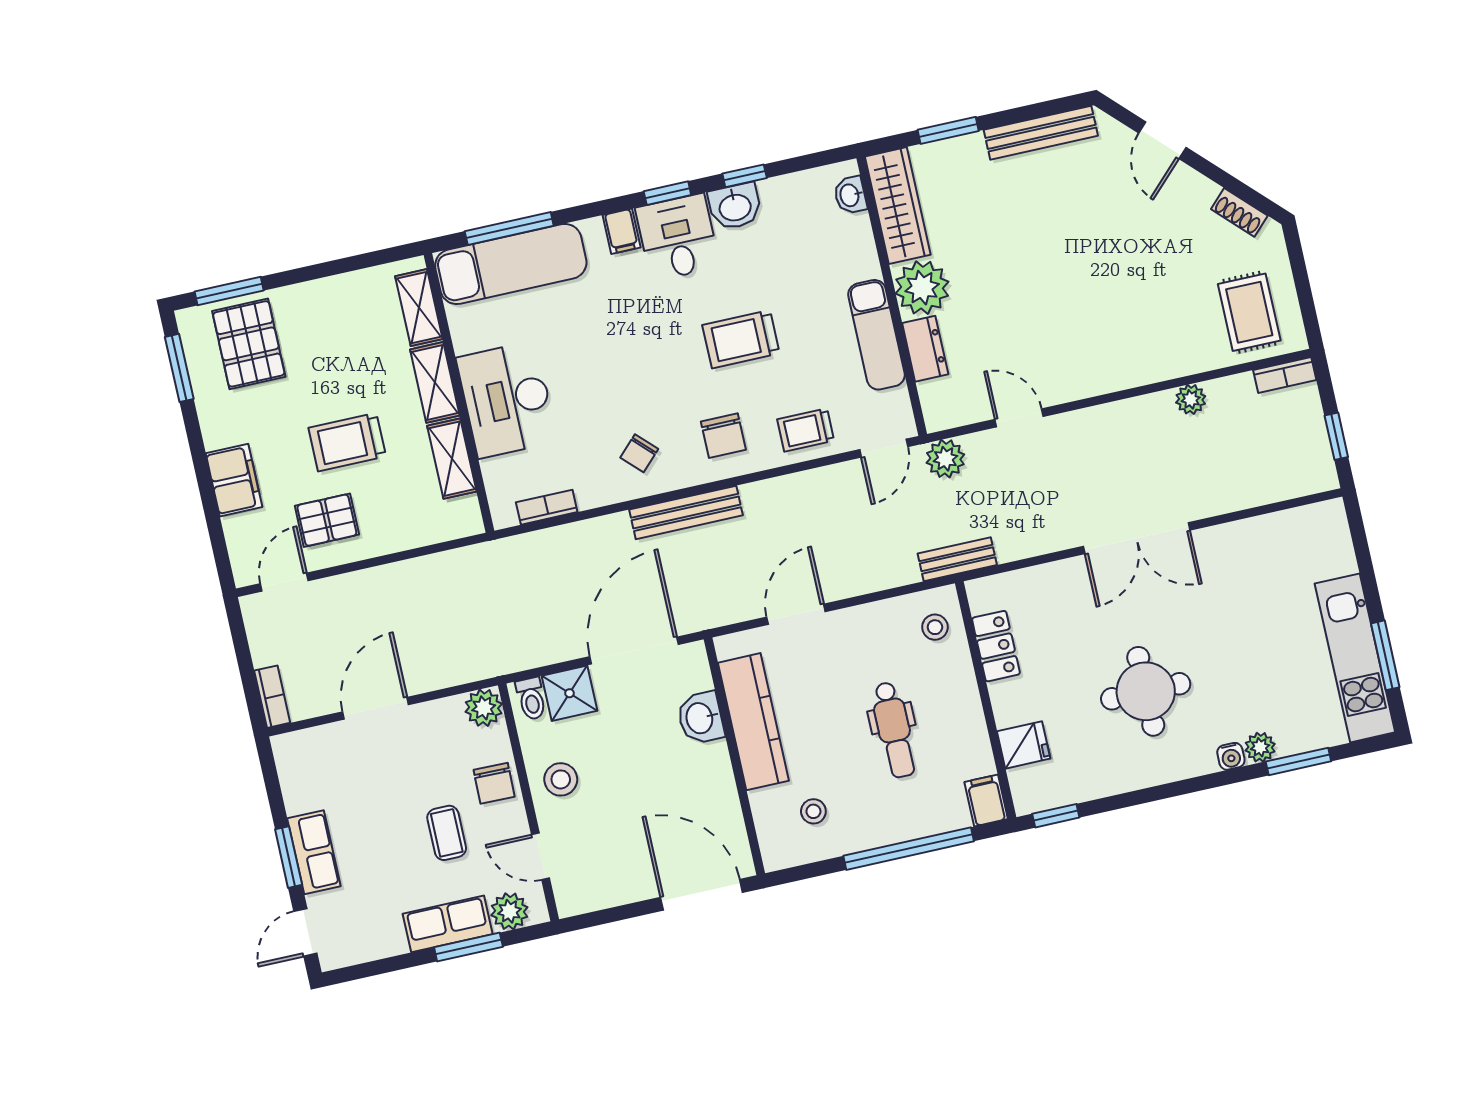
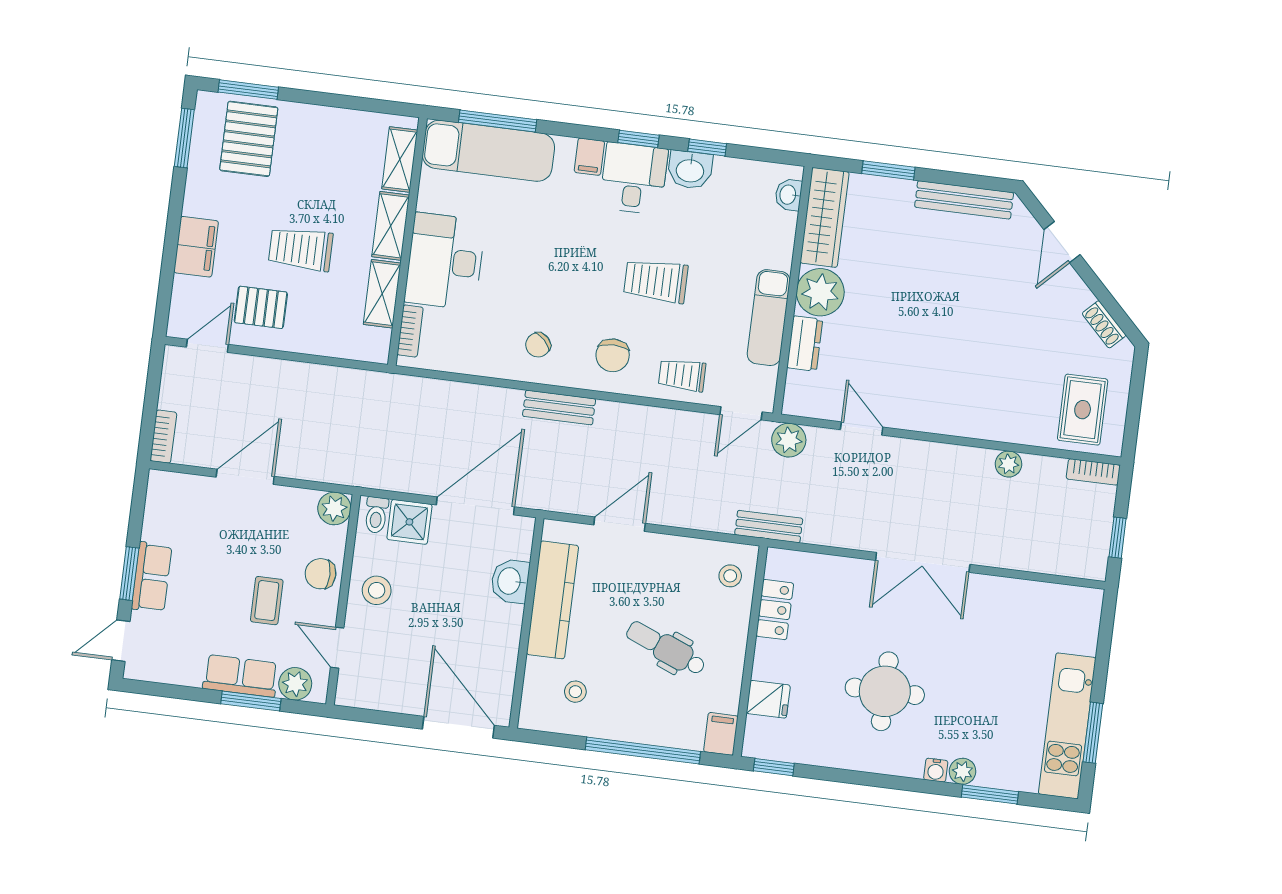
bookcase: (547, 507) -> (410, 331), moved, turned 90
bench: (686, 512) -> (559, 408), width x0.73
dental chair: (894, 730) -> (666, 648), turned 112
chair: (494, 783) -> (321, 574), turned 89

